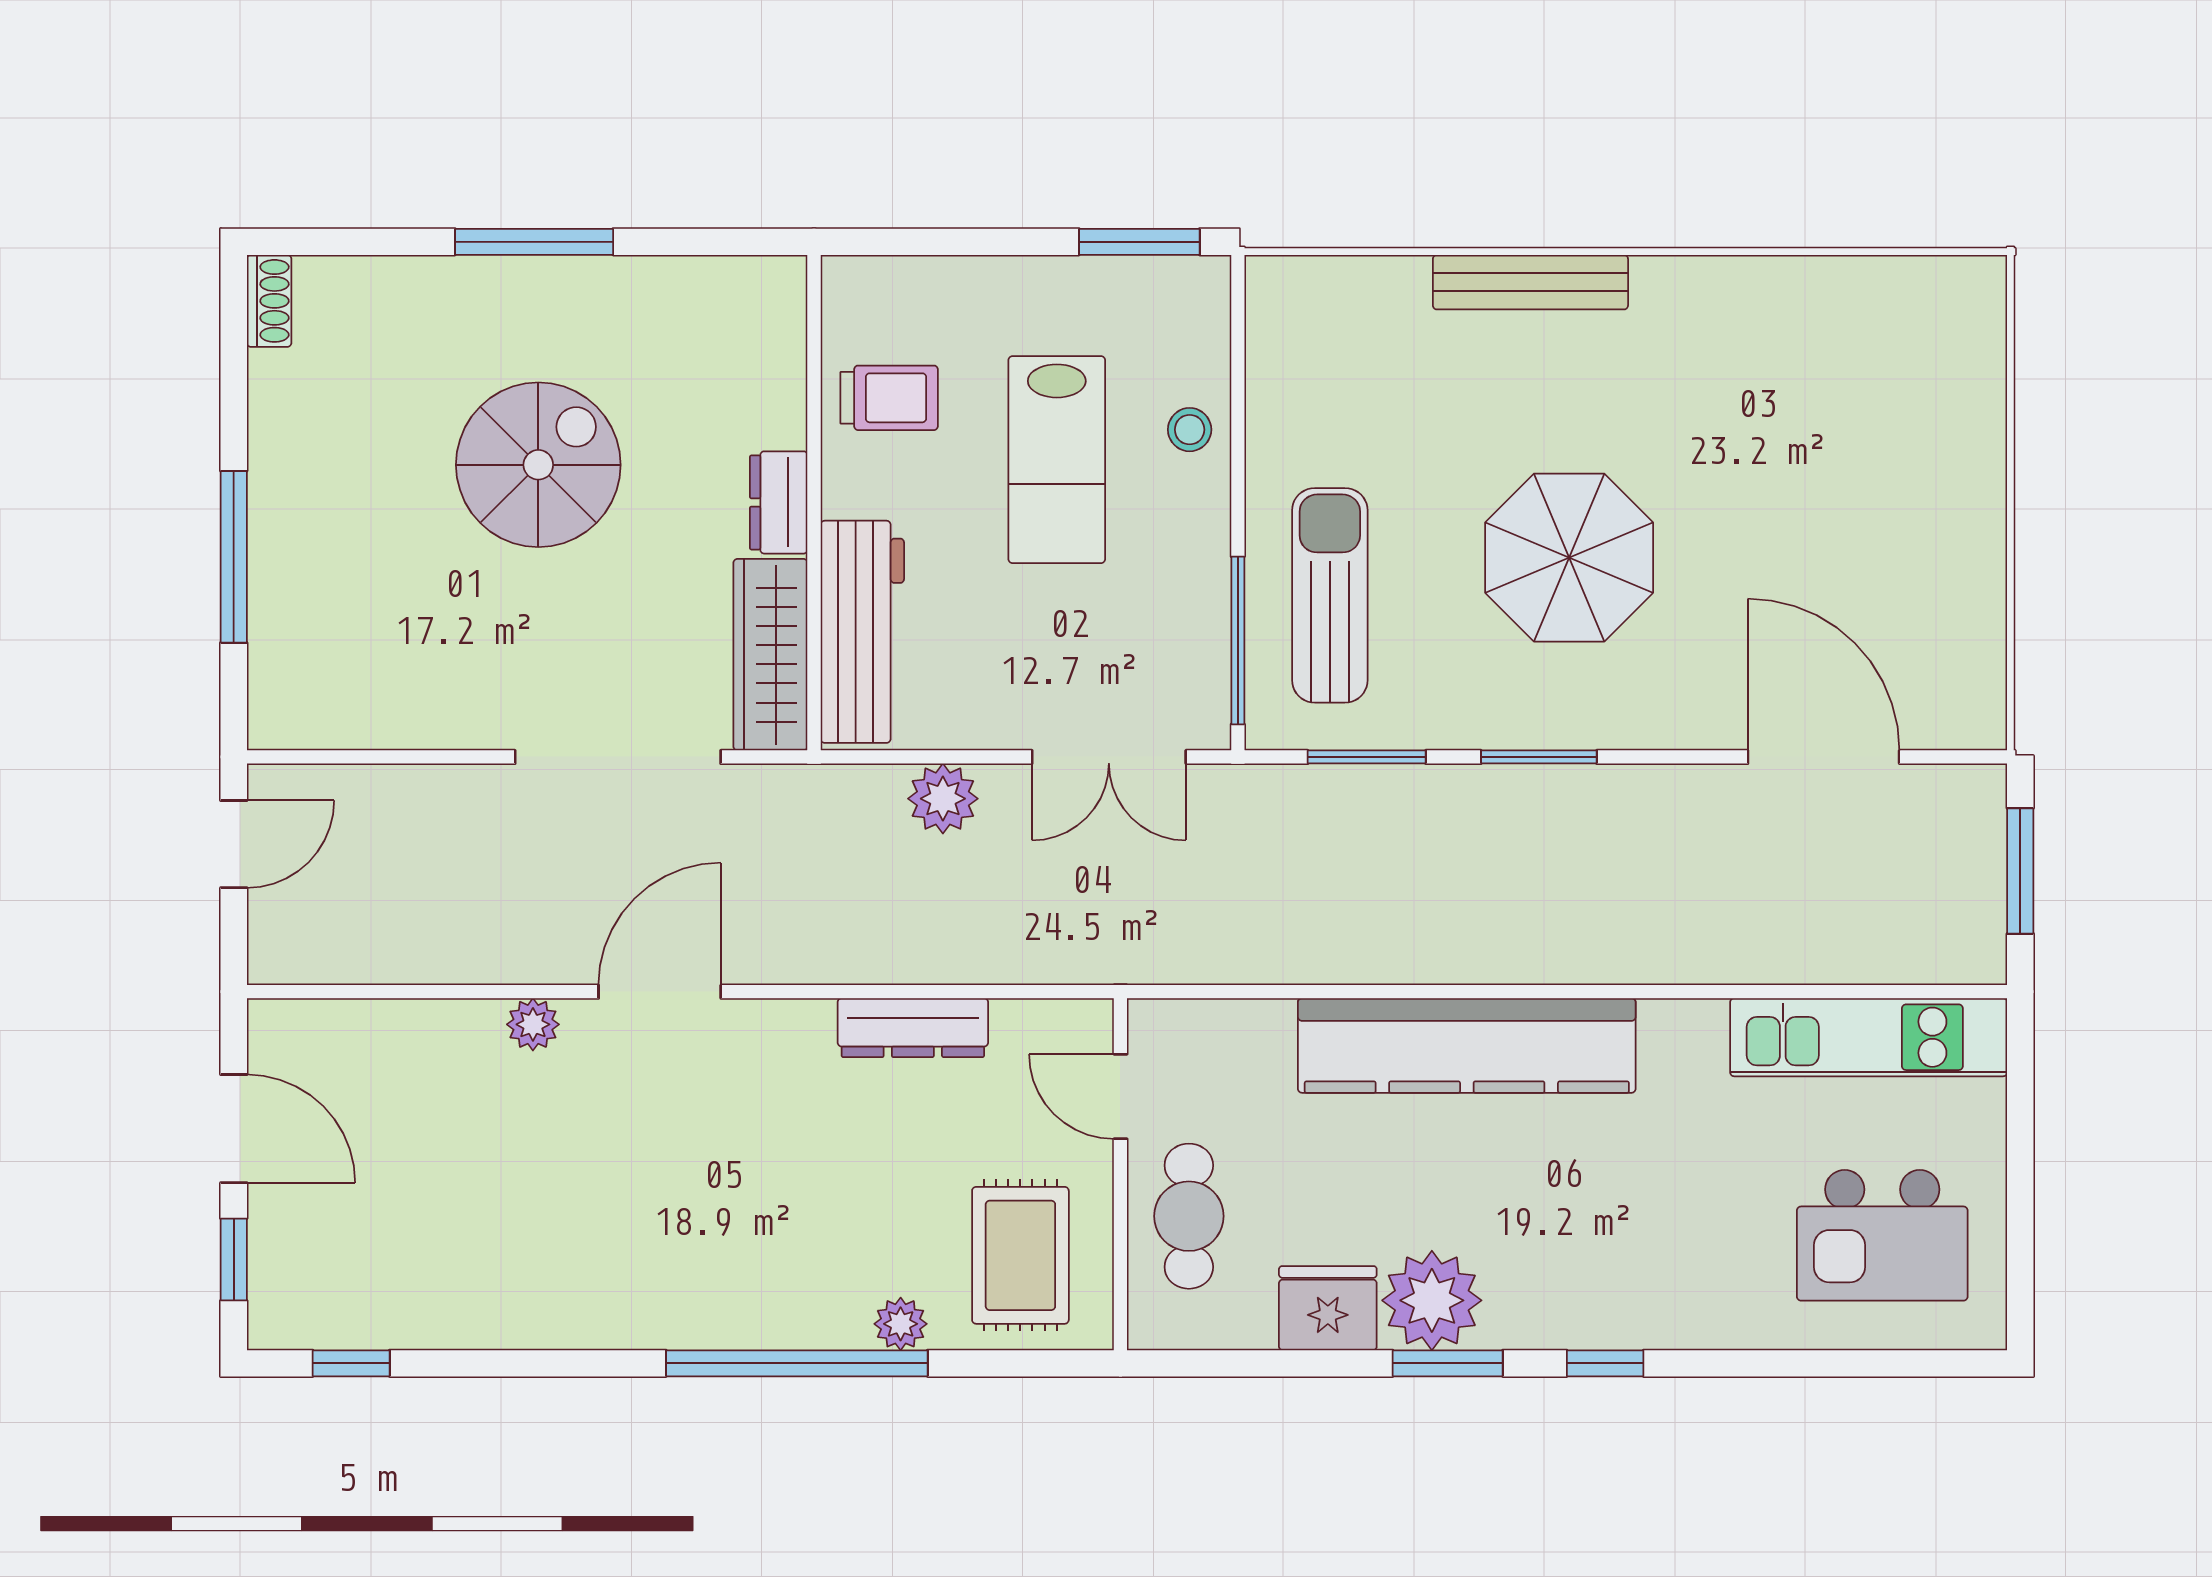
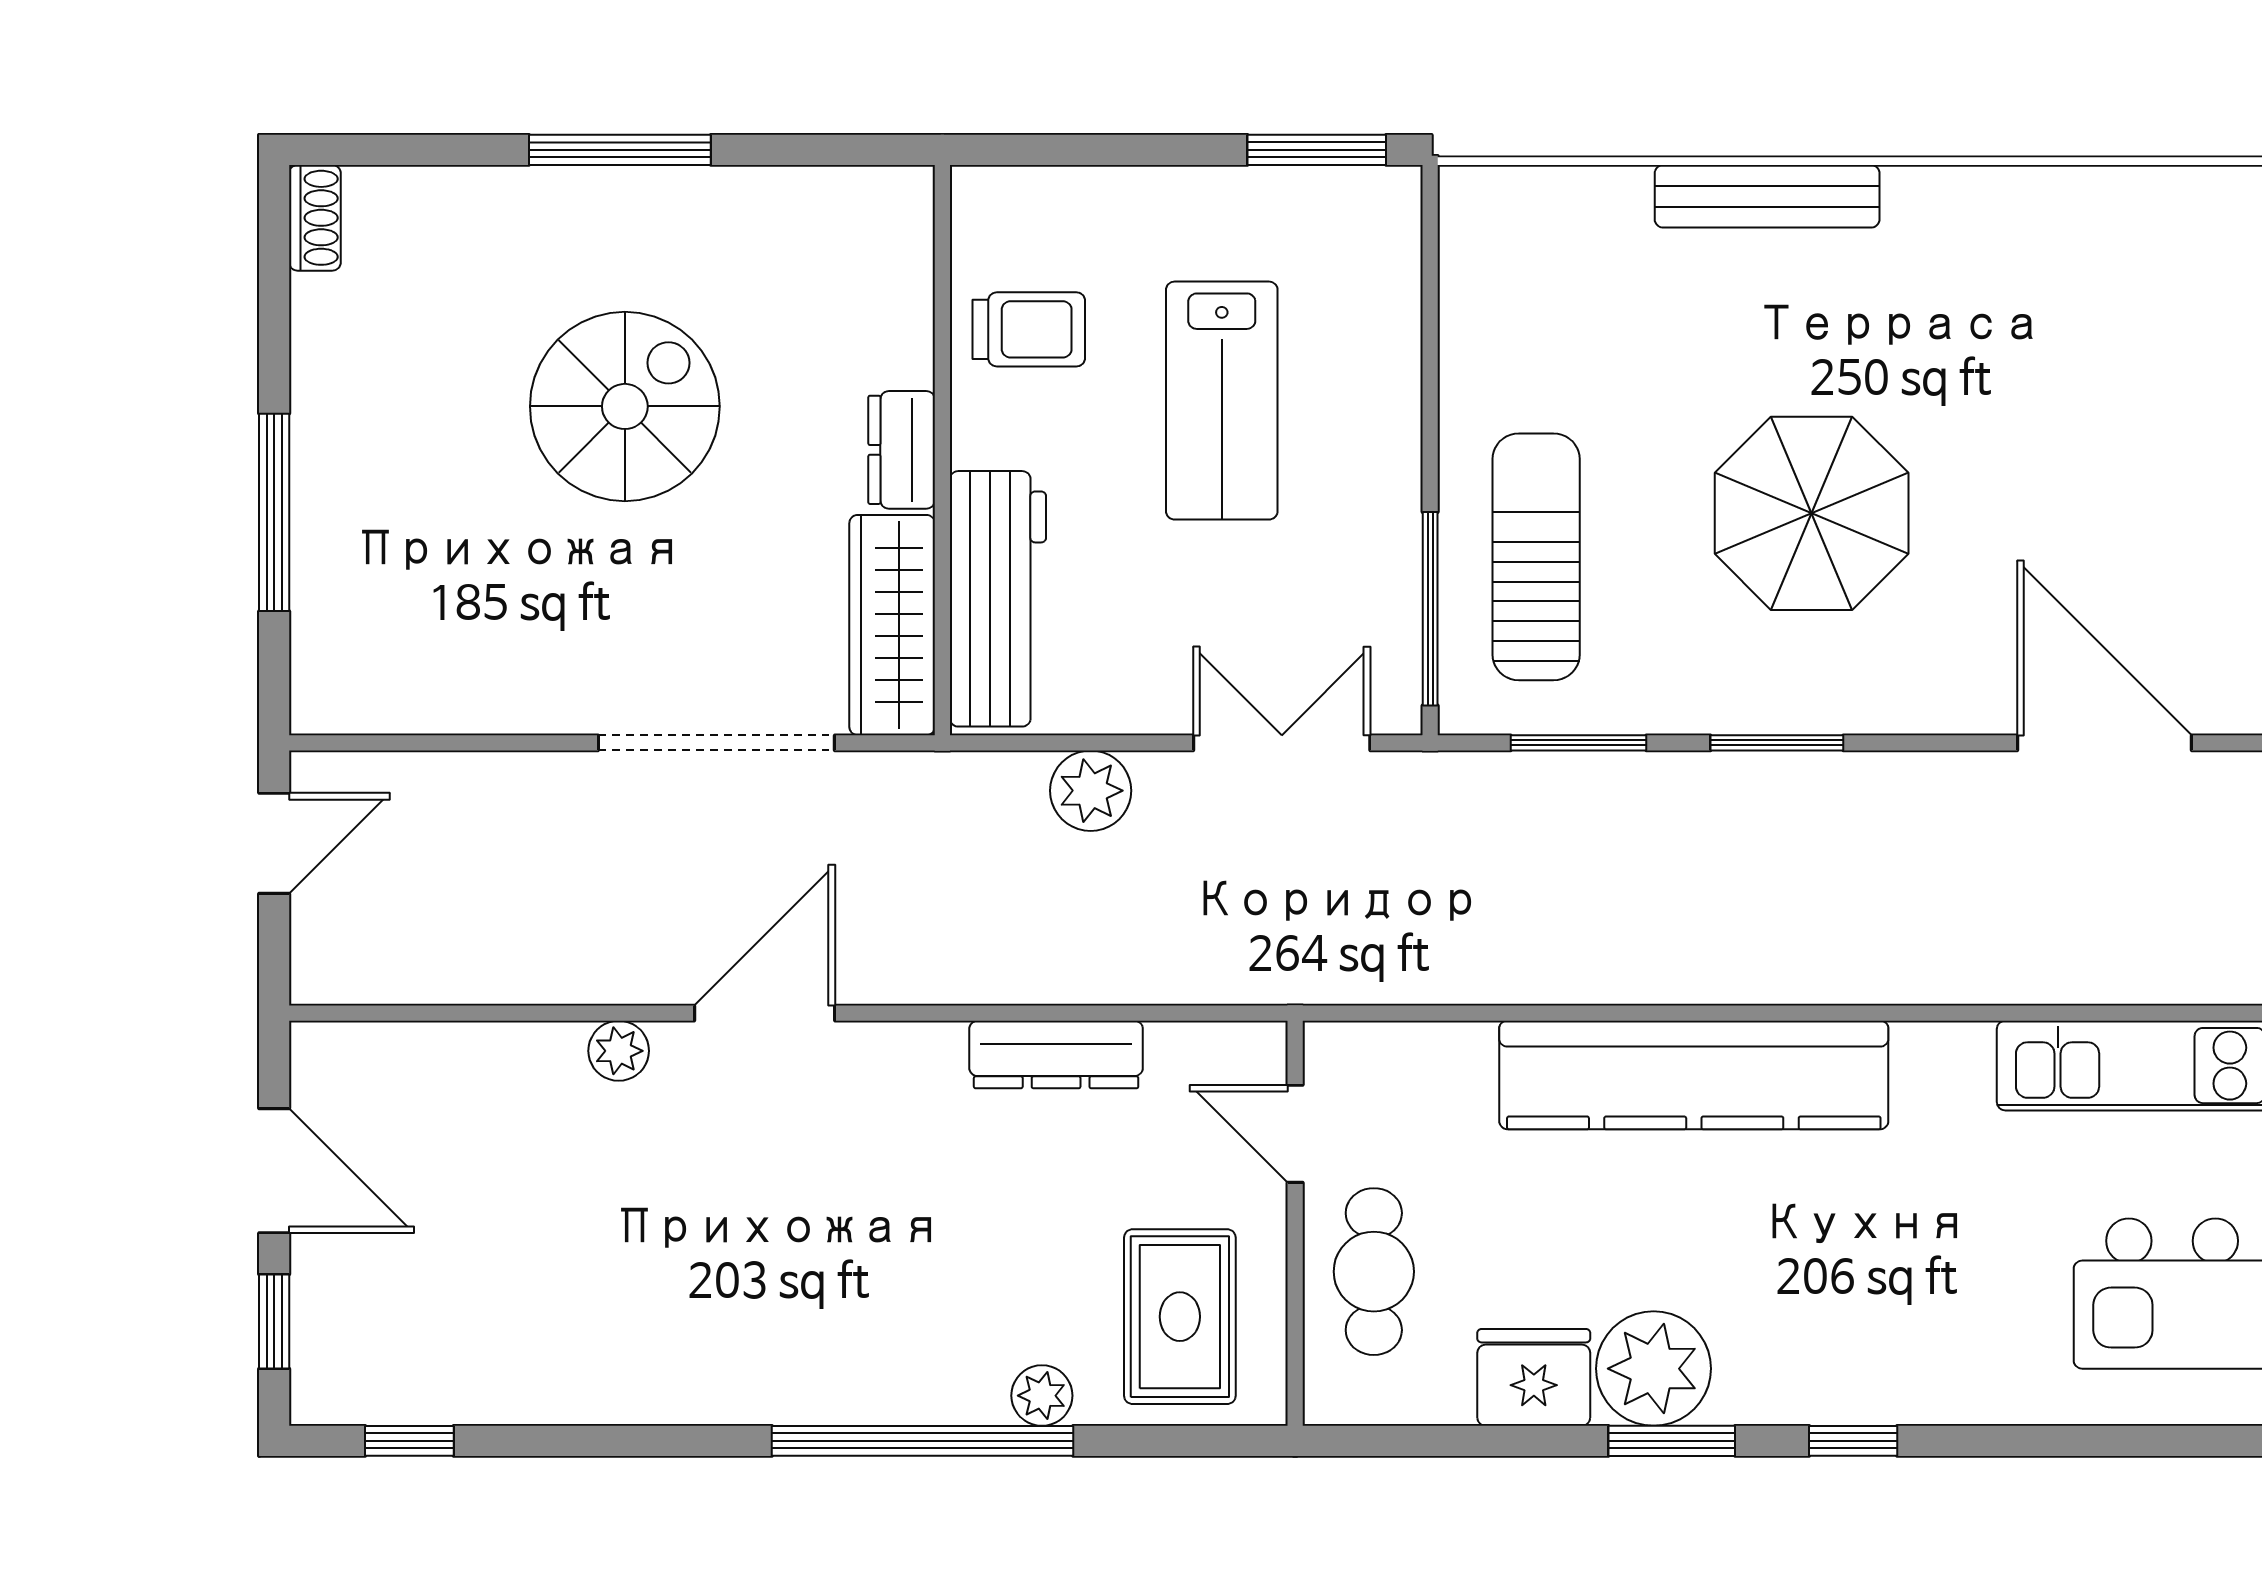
stool: (1190, 430) -> (1375, 366), removed
double door: (1109, 757) -> (1282, 743), swing flipped

